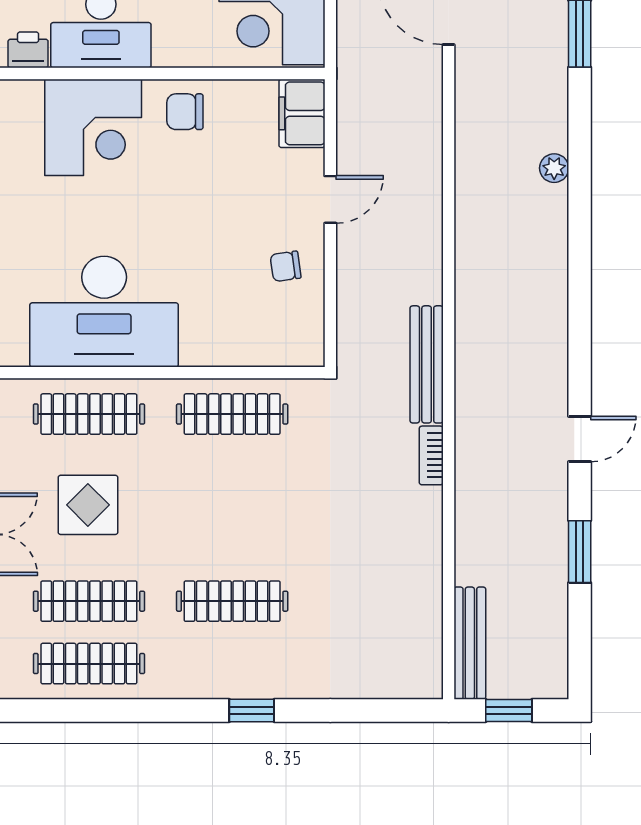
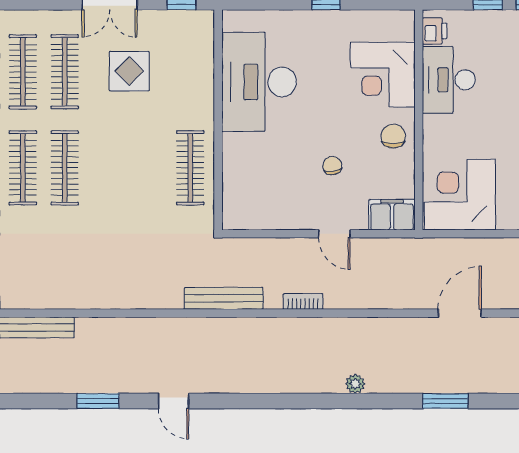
chair: (286, 266) -> (332, 166), moved
clothes rail: (89, 414) -> (23, 168), moved
bookcase: (431, 455) -> (303, 301), moved

